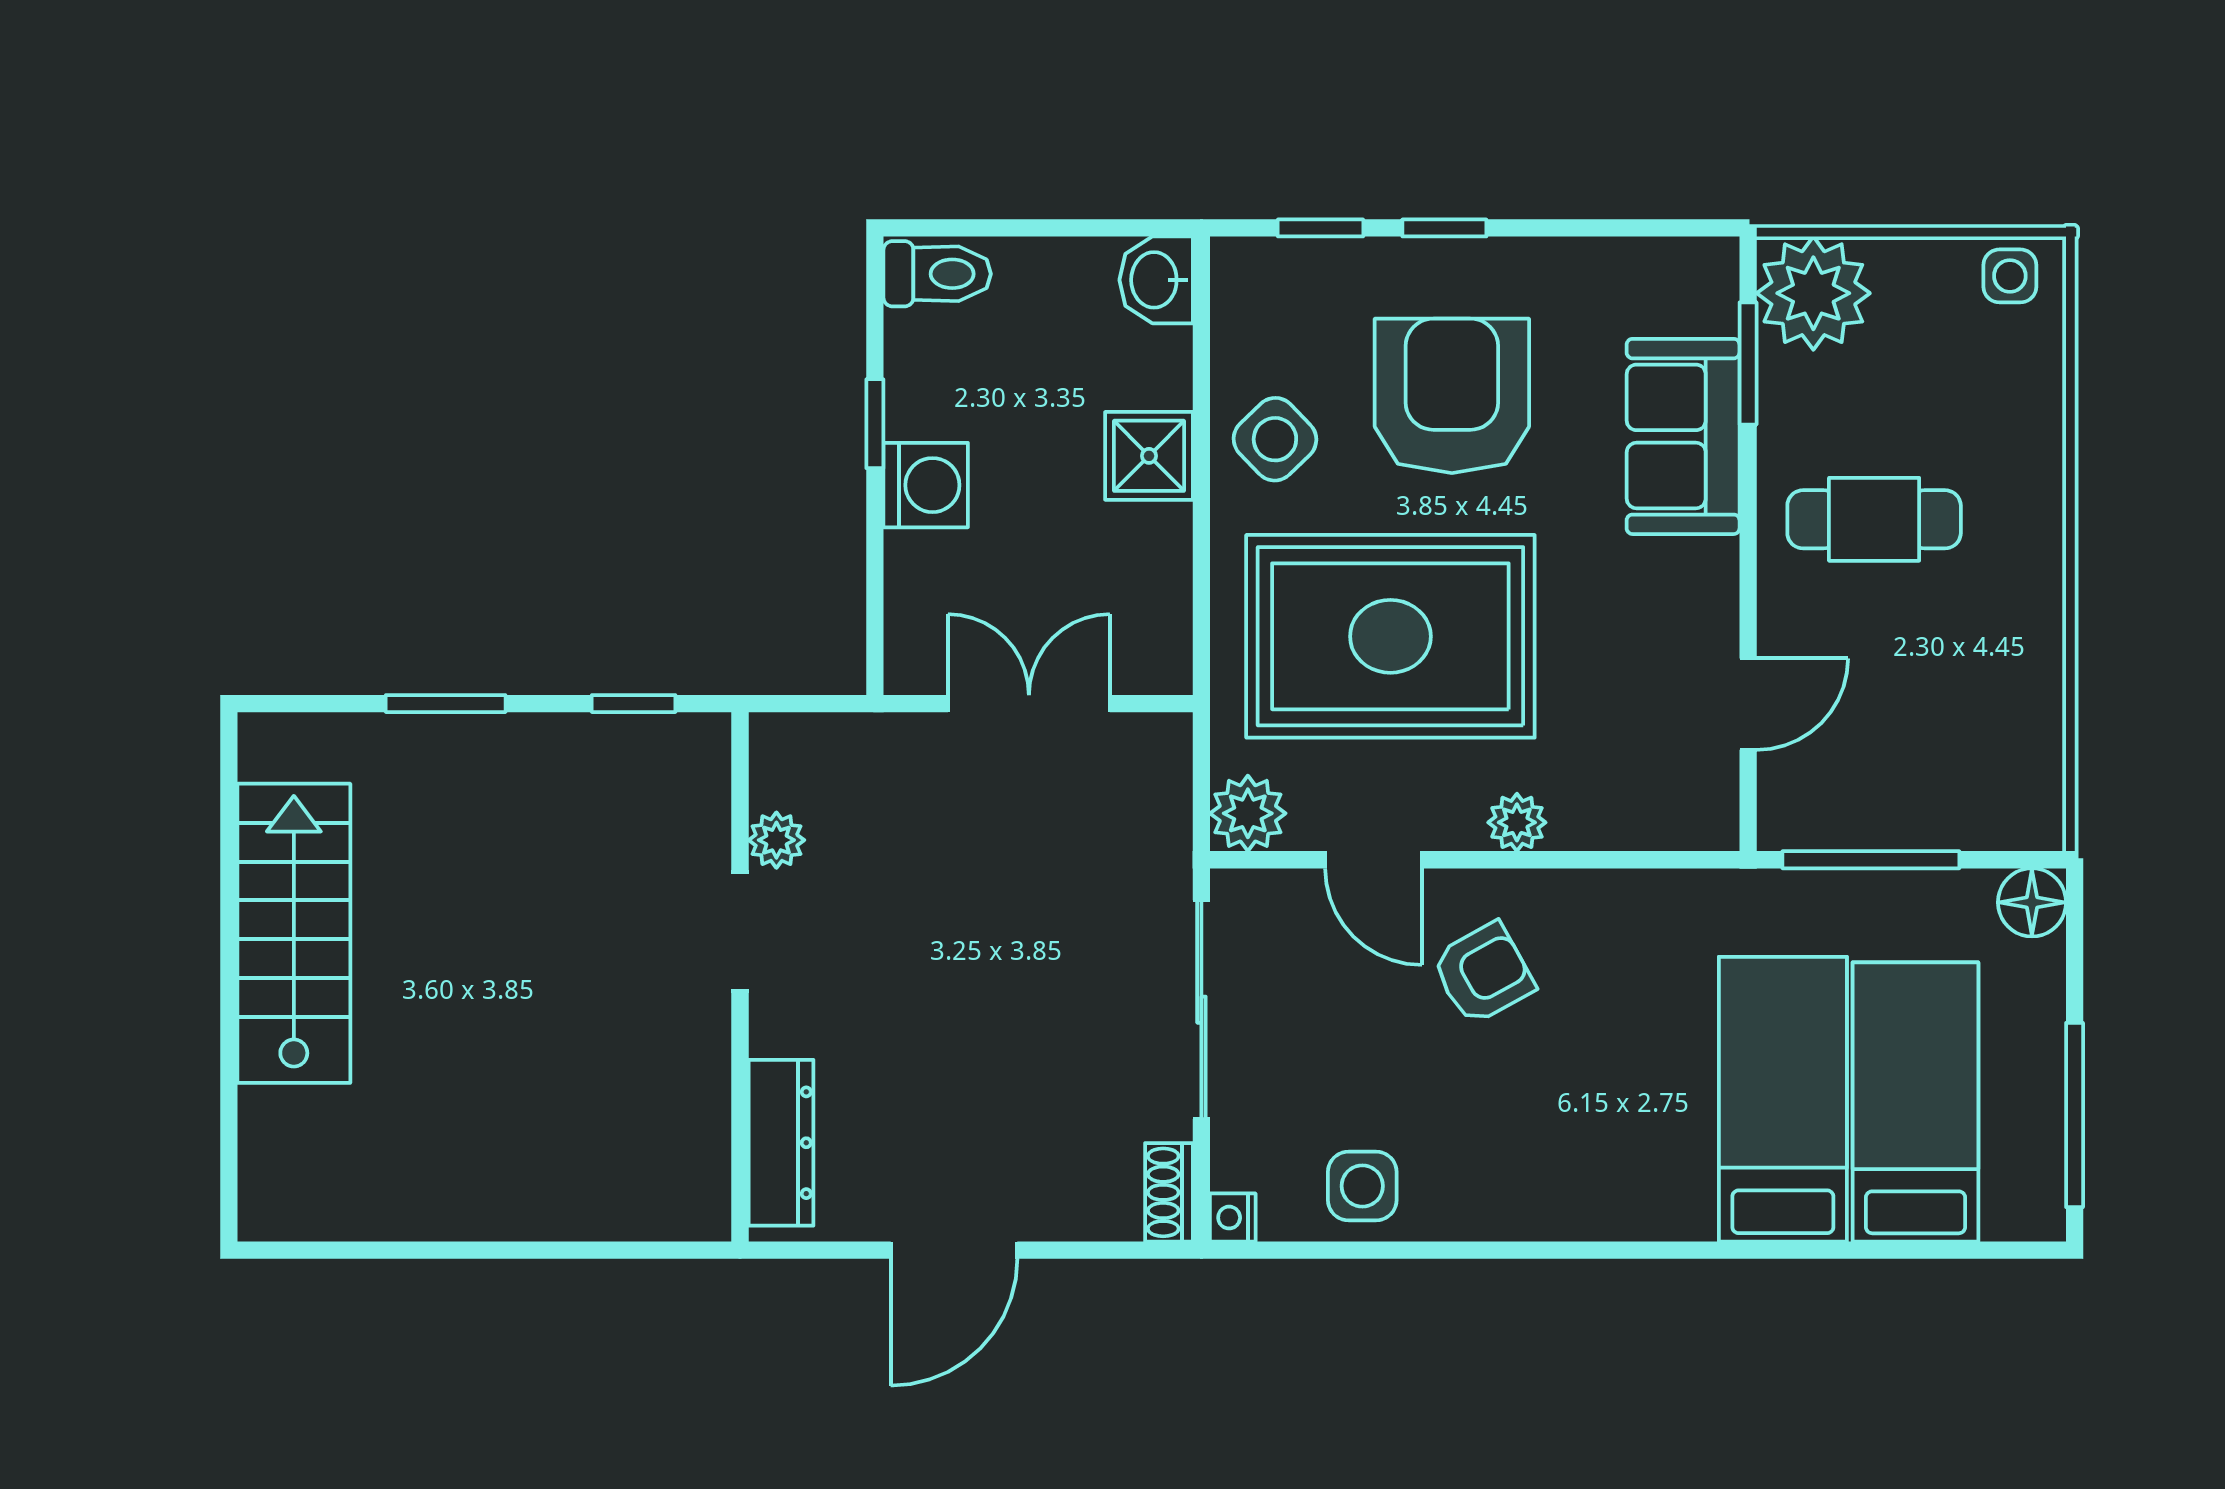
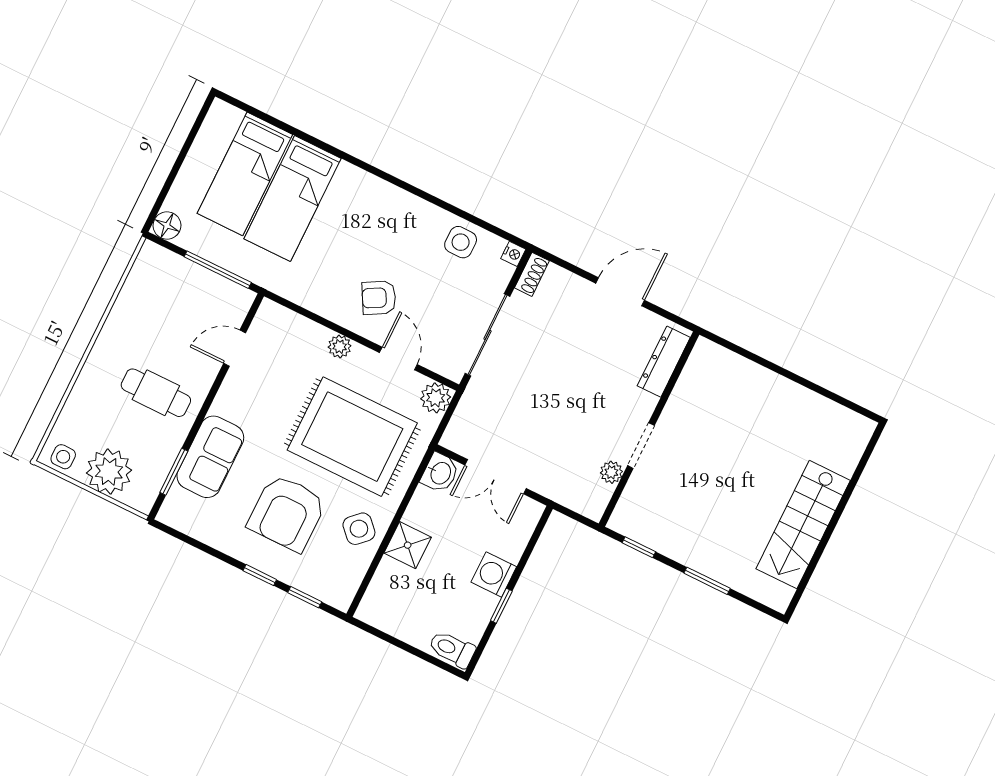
washbasin: (1156, 280) -> (440, 473), moved
plant: (1813, 293) -> (109, 472), moved
window: (2075, 1115) -> (189, 141), removed

